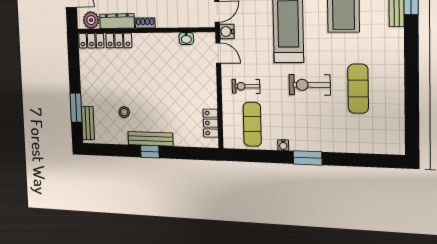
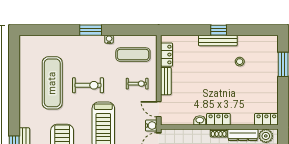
washbasin: (186, 39) -> (200, 120), moved
locker: (119, 41) -> (218, 119), moved
exercise mat: (358, 89) -> (52, 83), width x1.36, depth x1.45
bench: (88, 123) -> (166, 81), moved
exercise mat: (252, 124) -> (133, 55), turned 90

